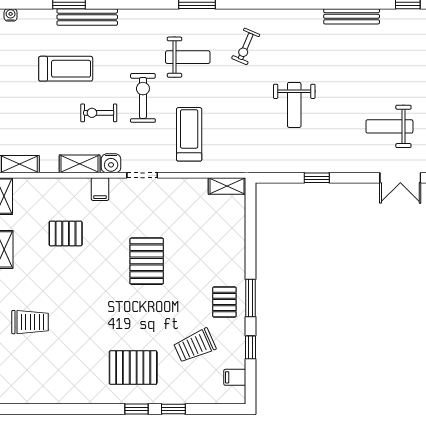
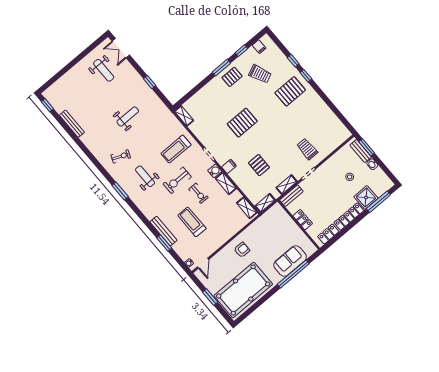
double door: (400, 178) -> (121, 48), swing flipped
pallet: (133, 368) -> (290, 91), turned 90

